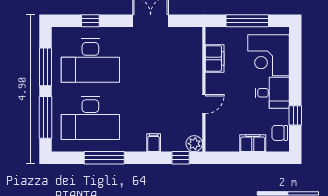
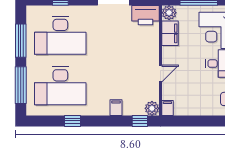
plant: (214, 35) -> (169, 13), added
printer: (187, 38) -> (145, 15), added
filing cabinet: (253, 143) -> (167, 108), moved, width x0.50
window: (104, 158) -> (73, 121), width x0.46

